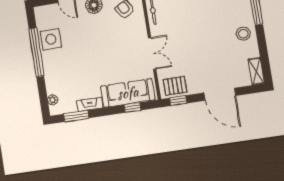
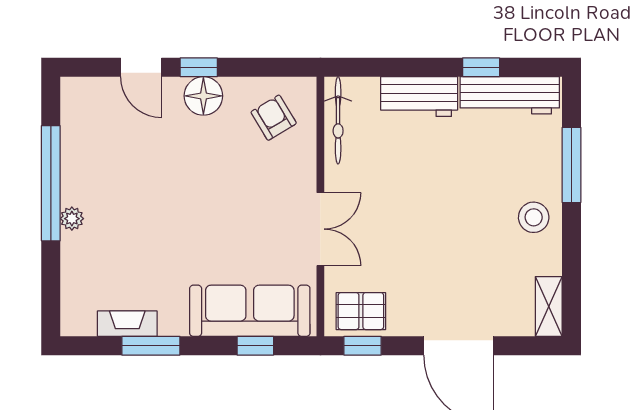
side table: (51, 39) -> (90, 159), removed
plant: (53, 100) -> (72, 219), moved
fireplace: (90, 104) -> (127, 324), moved
window: (76, 116) -> (151, 346), moved

